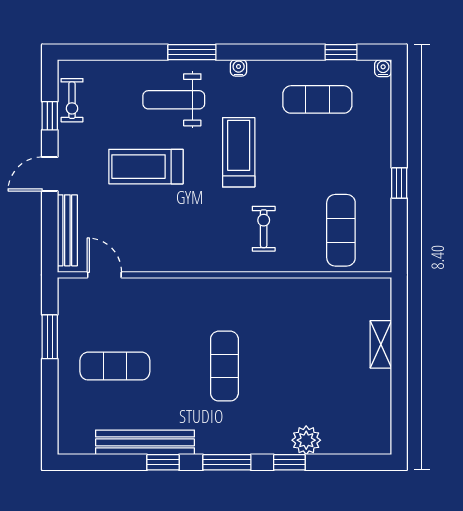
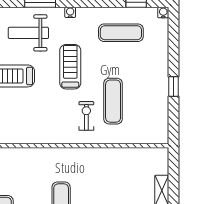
exercise mat: (341, 230) -> (113, 101), moved

